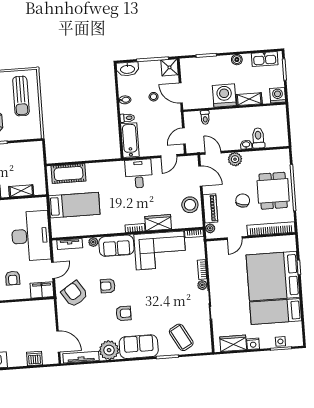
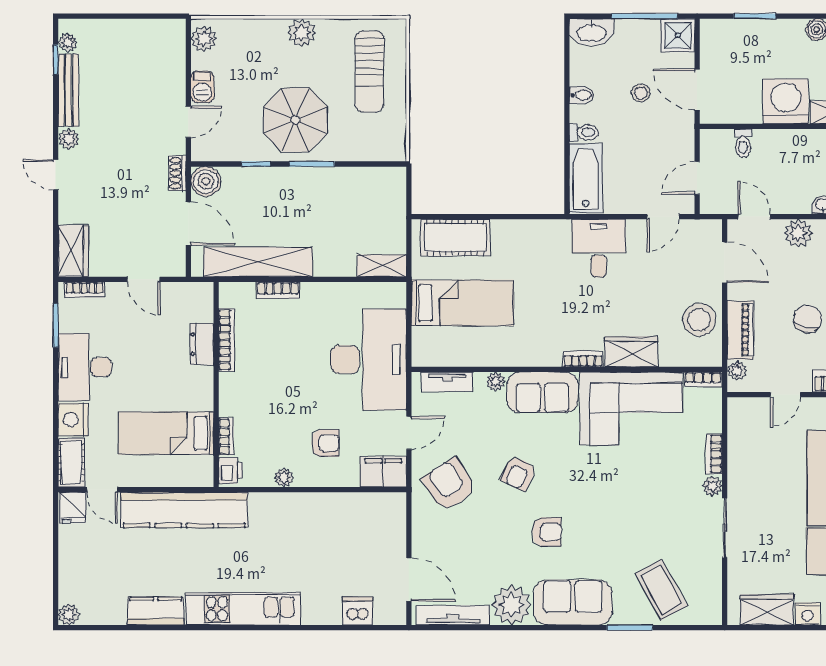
shelving: (21, 191) -> (382, 266), moved
armchair: (13, 278) -> (325, 443), turned -90
armchair: (108, 286) -> (519, 473), turned -64

